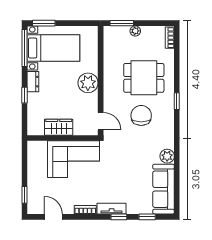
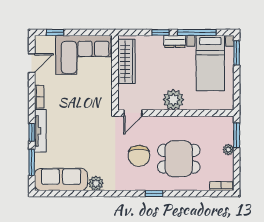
window: (24, 48) -> (197, 32), moved
dining table: (144, 78) -> (179, 159), turned 90
chair: (141, 115) -> (139, 156), turned 90
wardrobe: (59, 127) -> (126, 61), width x1.50
corner sofa: (74, 159) -> (83, 55), moved, turned -90
tv unit: (112, 209) -> (40, 131), width x1.41
window: (147, 217) -> (32, 162), width x1.50

